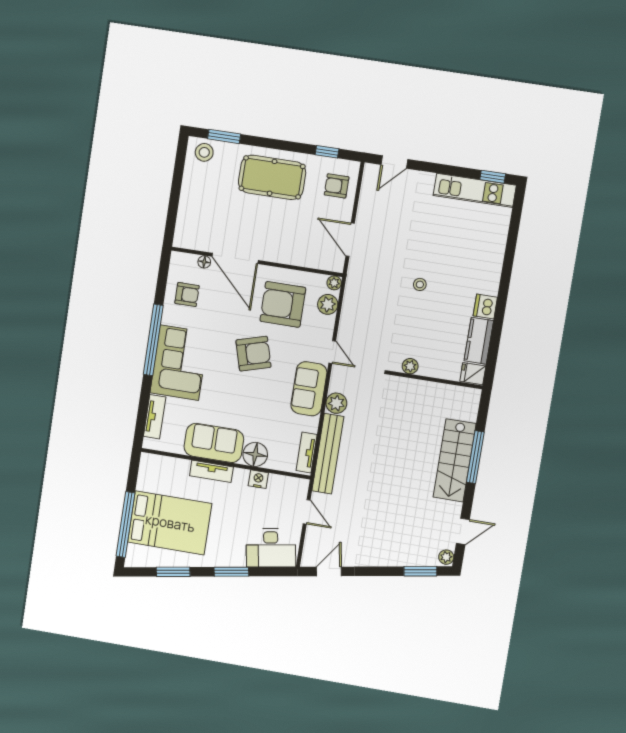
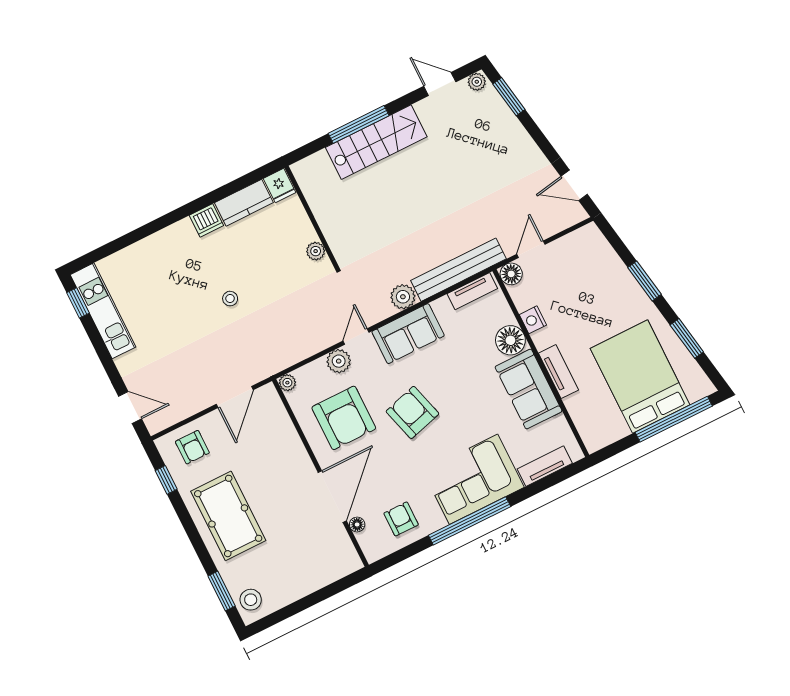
plant: (328, 304) -> (339, 361), moved
floor lamp: (300, 487) -> (511, 274), added
desk: (271, 548) -> (592, 259), removed

